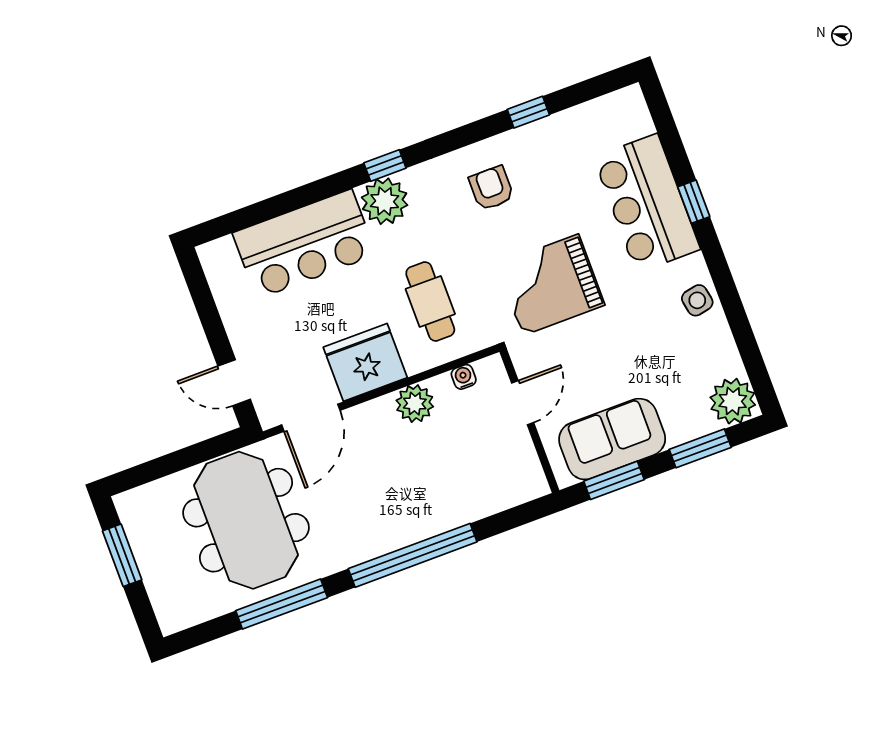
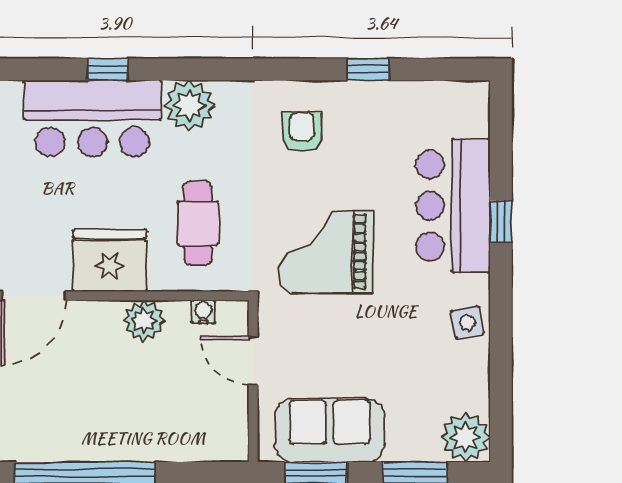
window: (385, 165) -> (108, 69), moved
door: (523, 403) -> (253, 360), swing flipped

